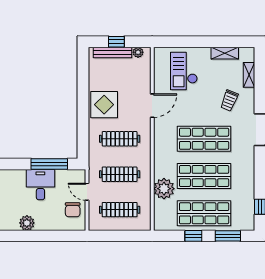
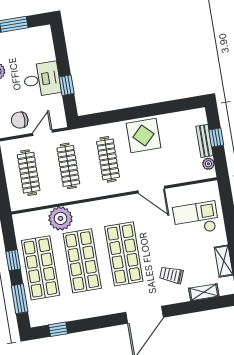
bench: (113, 52) -> (204, 141), width x0.73
window: (49, 164) -> (67, 85), width x0.46

